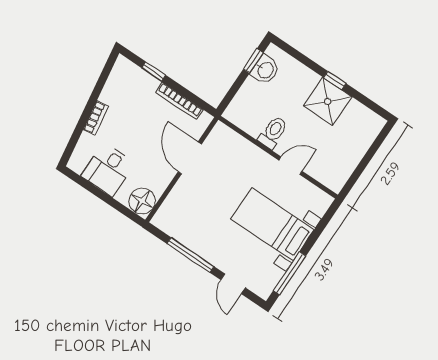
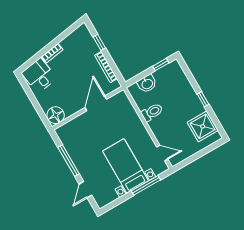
washbasin: (265, 70) -> (147, 84), moved
shower: (328, 101) -> (203, 126), moved
door: (290, 166) -> (162, 153), moved
desk: (108, 170) -> (39, 76), moved, turned 81
window: (289, 273) -> (146, 185), moved

